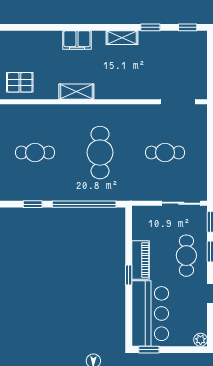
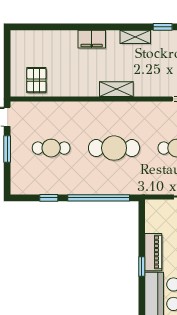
pallet: (20, 82) -> (36, 80), turned 90
shelving: (76, 92) -> (116, 89), moved
cafe table: (100, 153) -> (114, 148), turned 90

